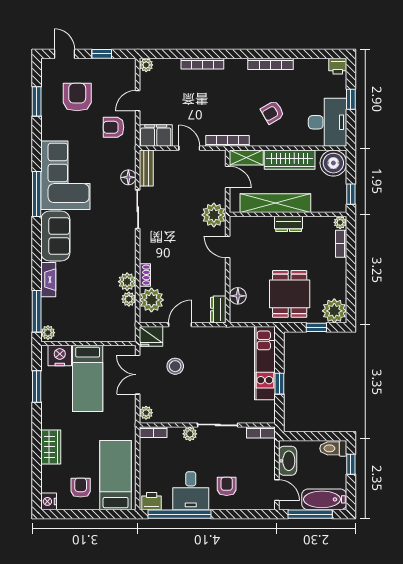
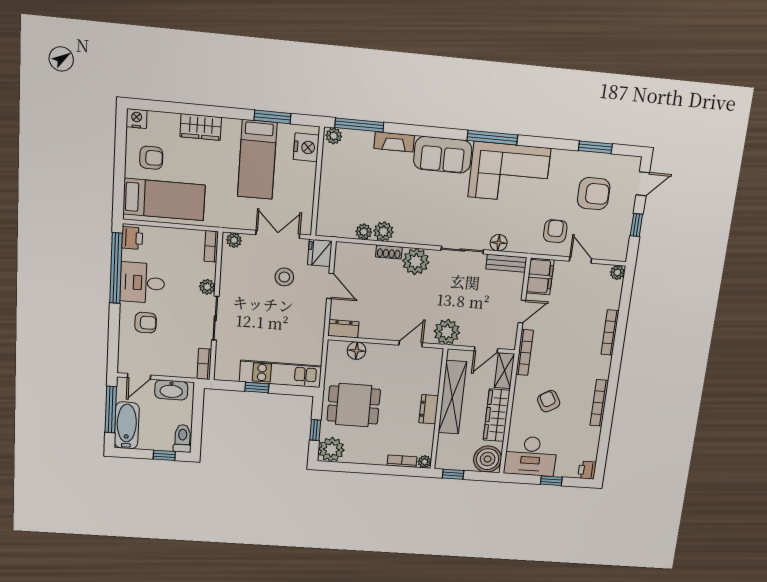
plant: (151, 300) -> (416, 261), moved
bed: (88, 378) -> (257, 160), moved, turned -90

